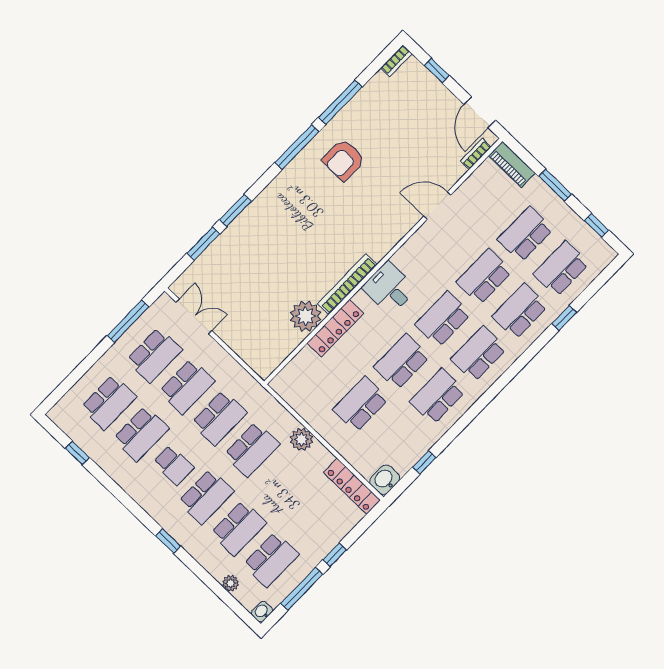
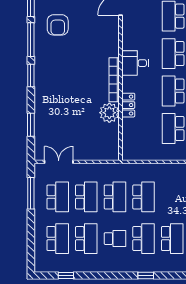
window: (235, 210) -> (31, 76), moved
locker: (335, 328) -> (128, 105), width x0.66
plant: (301, 439) -> (162, 171), removed

